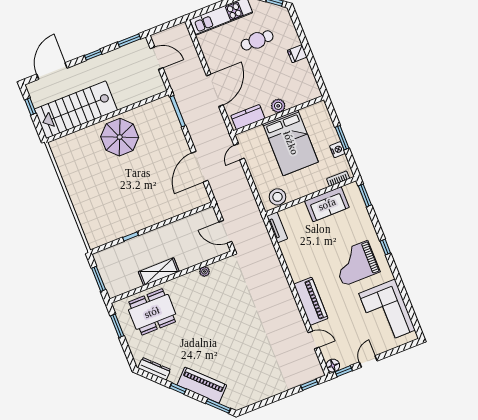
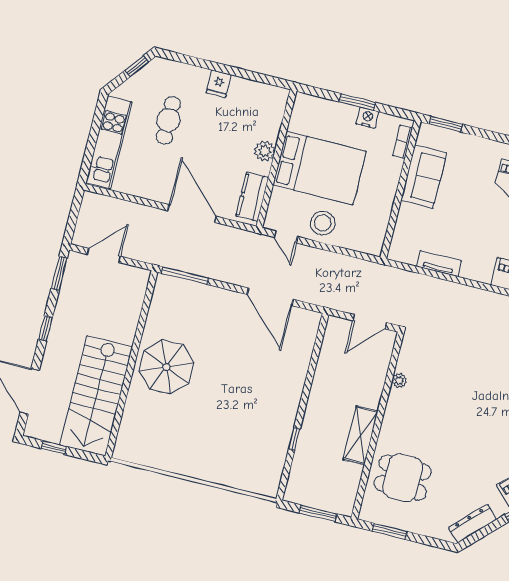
stool: (278, 197) -> (323, 223), moved
tv unit: (277, 227) -> (439, 264), moved
dining table: (152, 312) -> (403, 478), width x0.73

